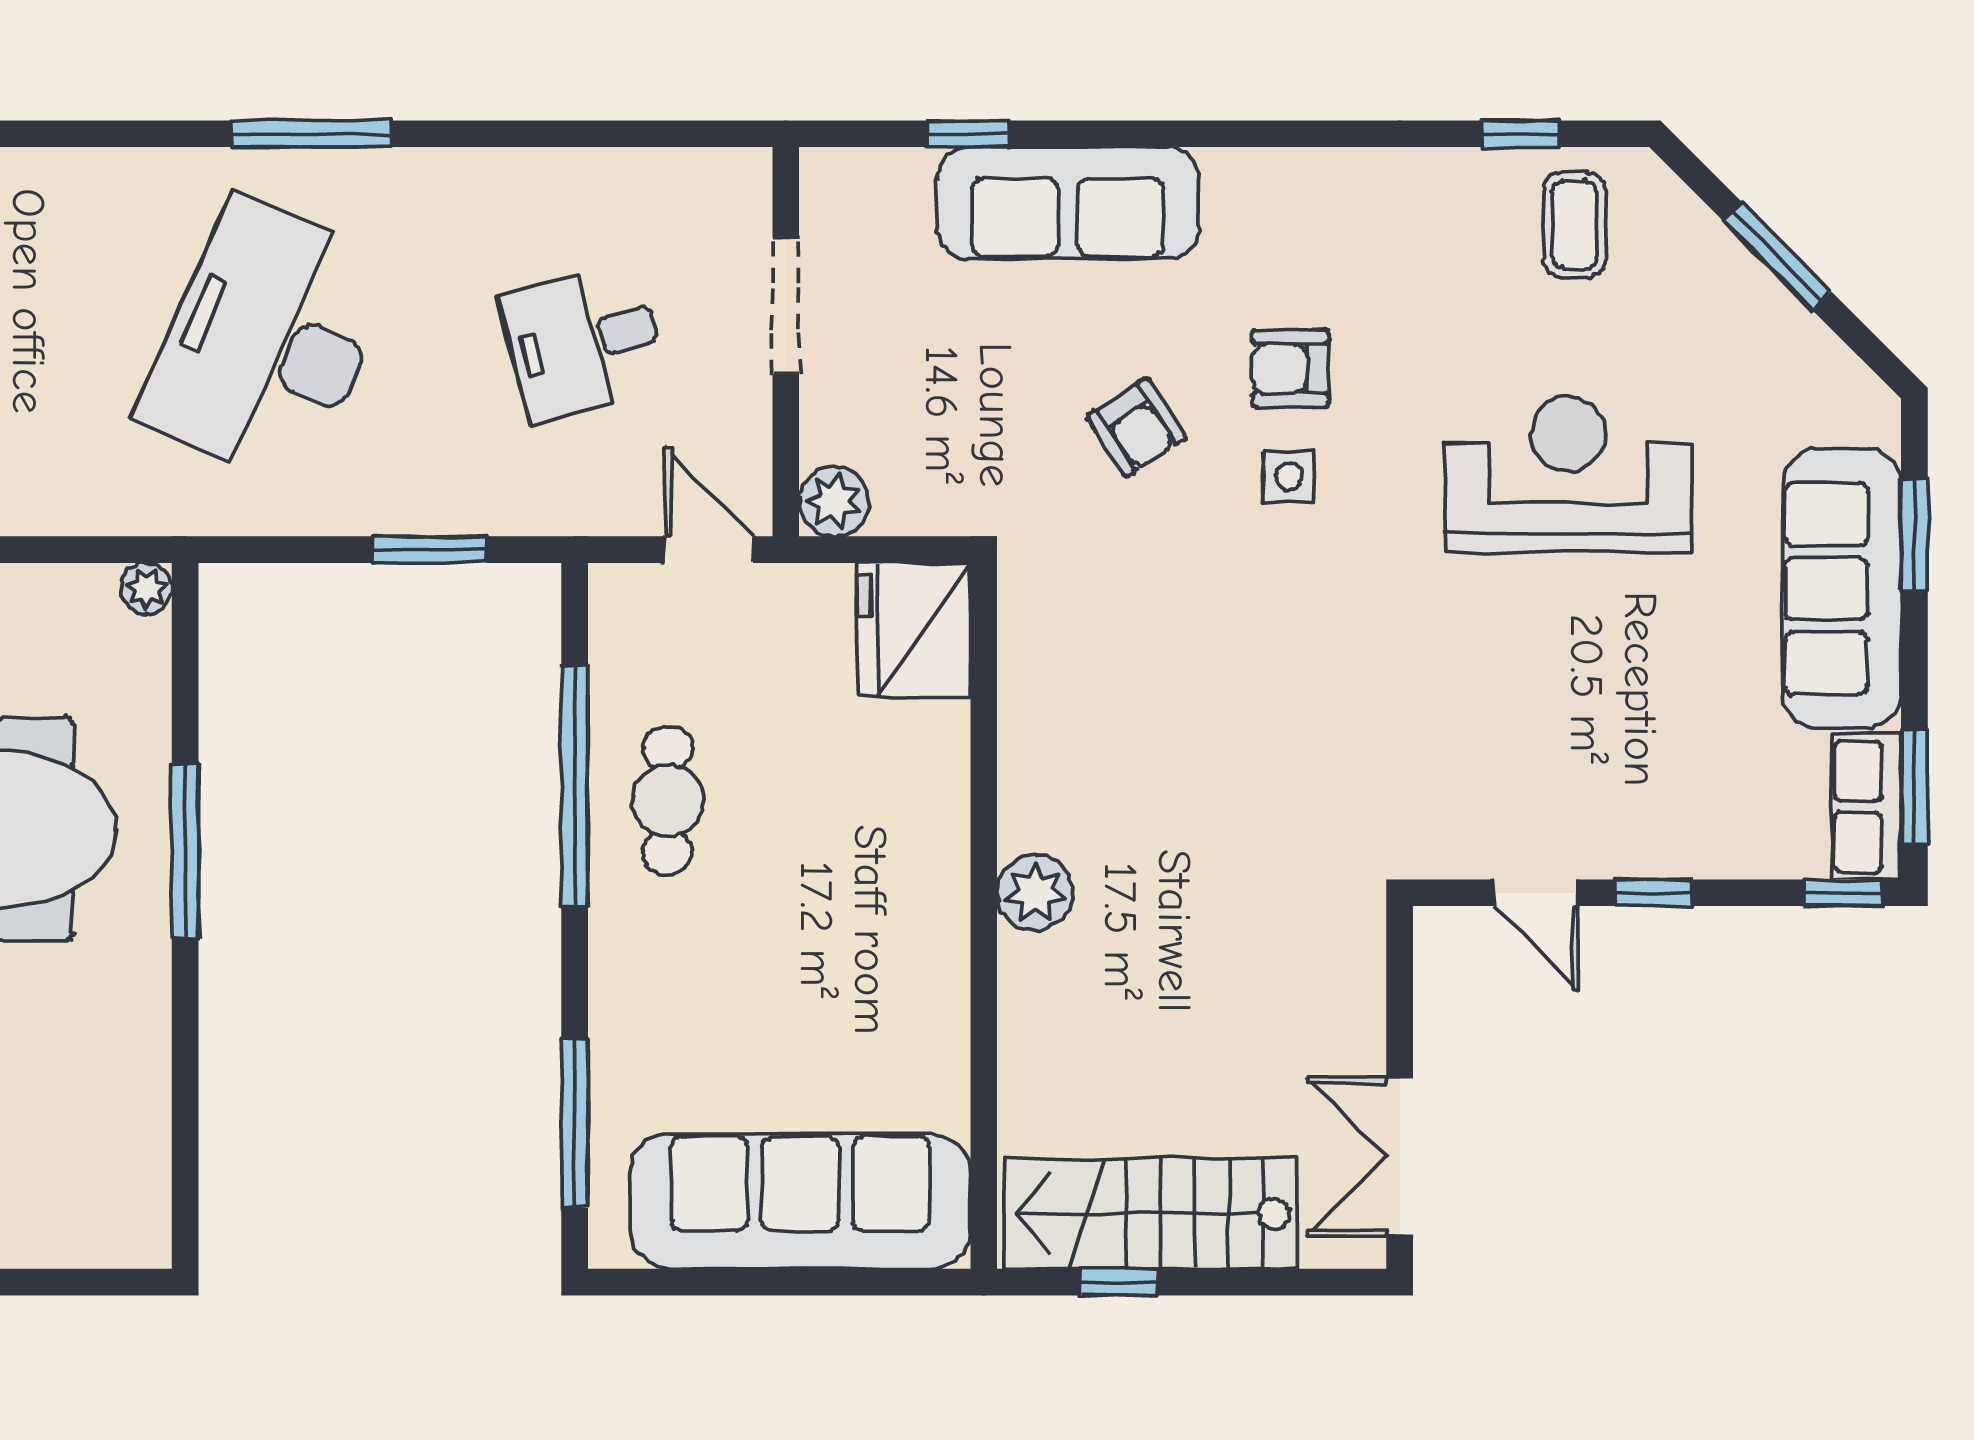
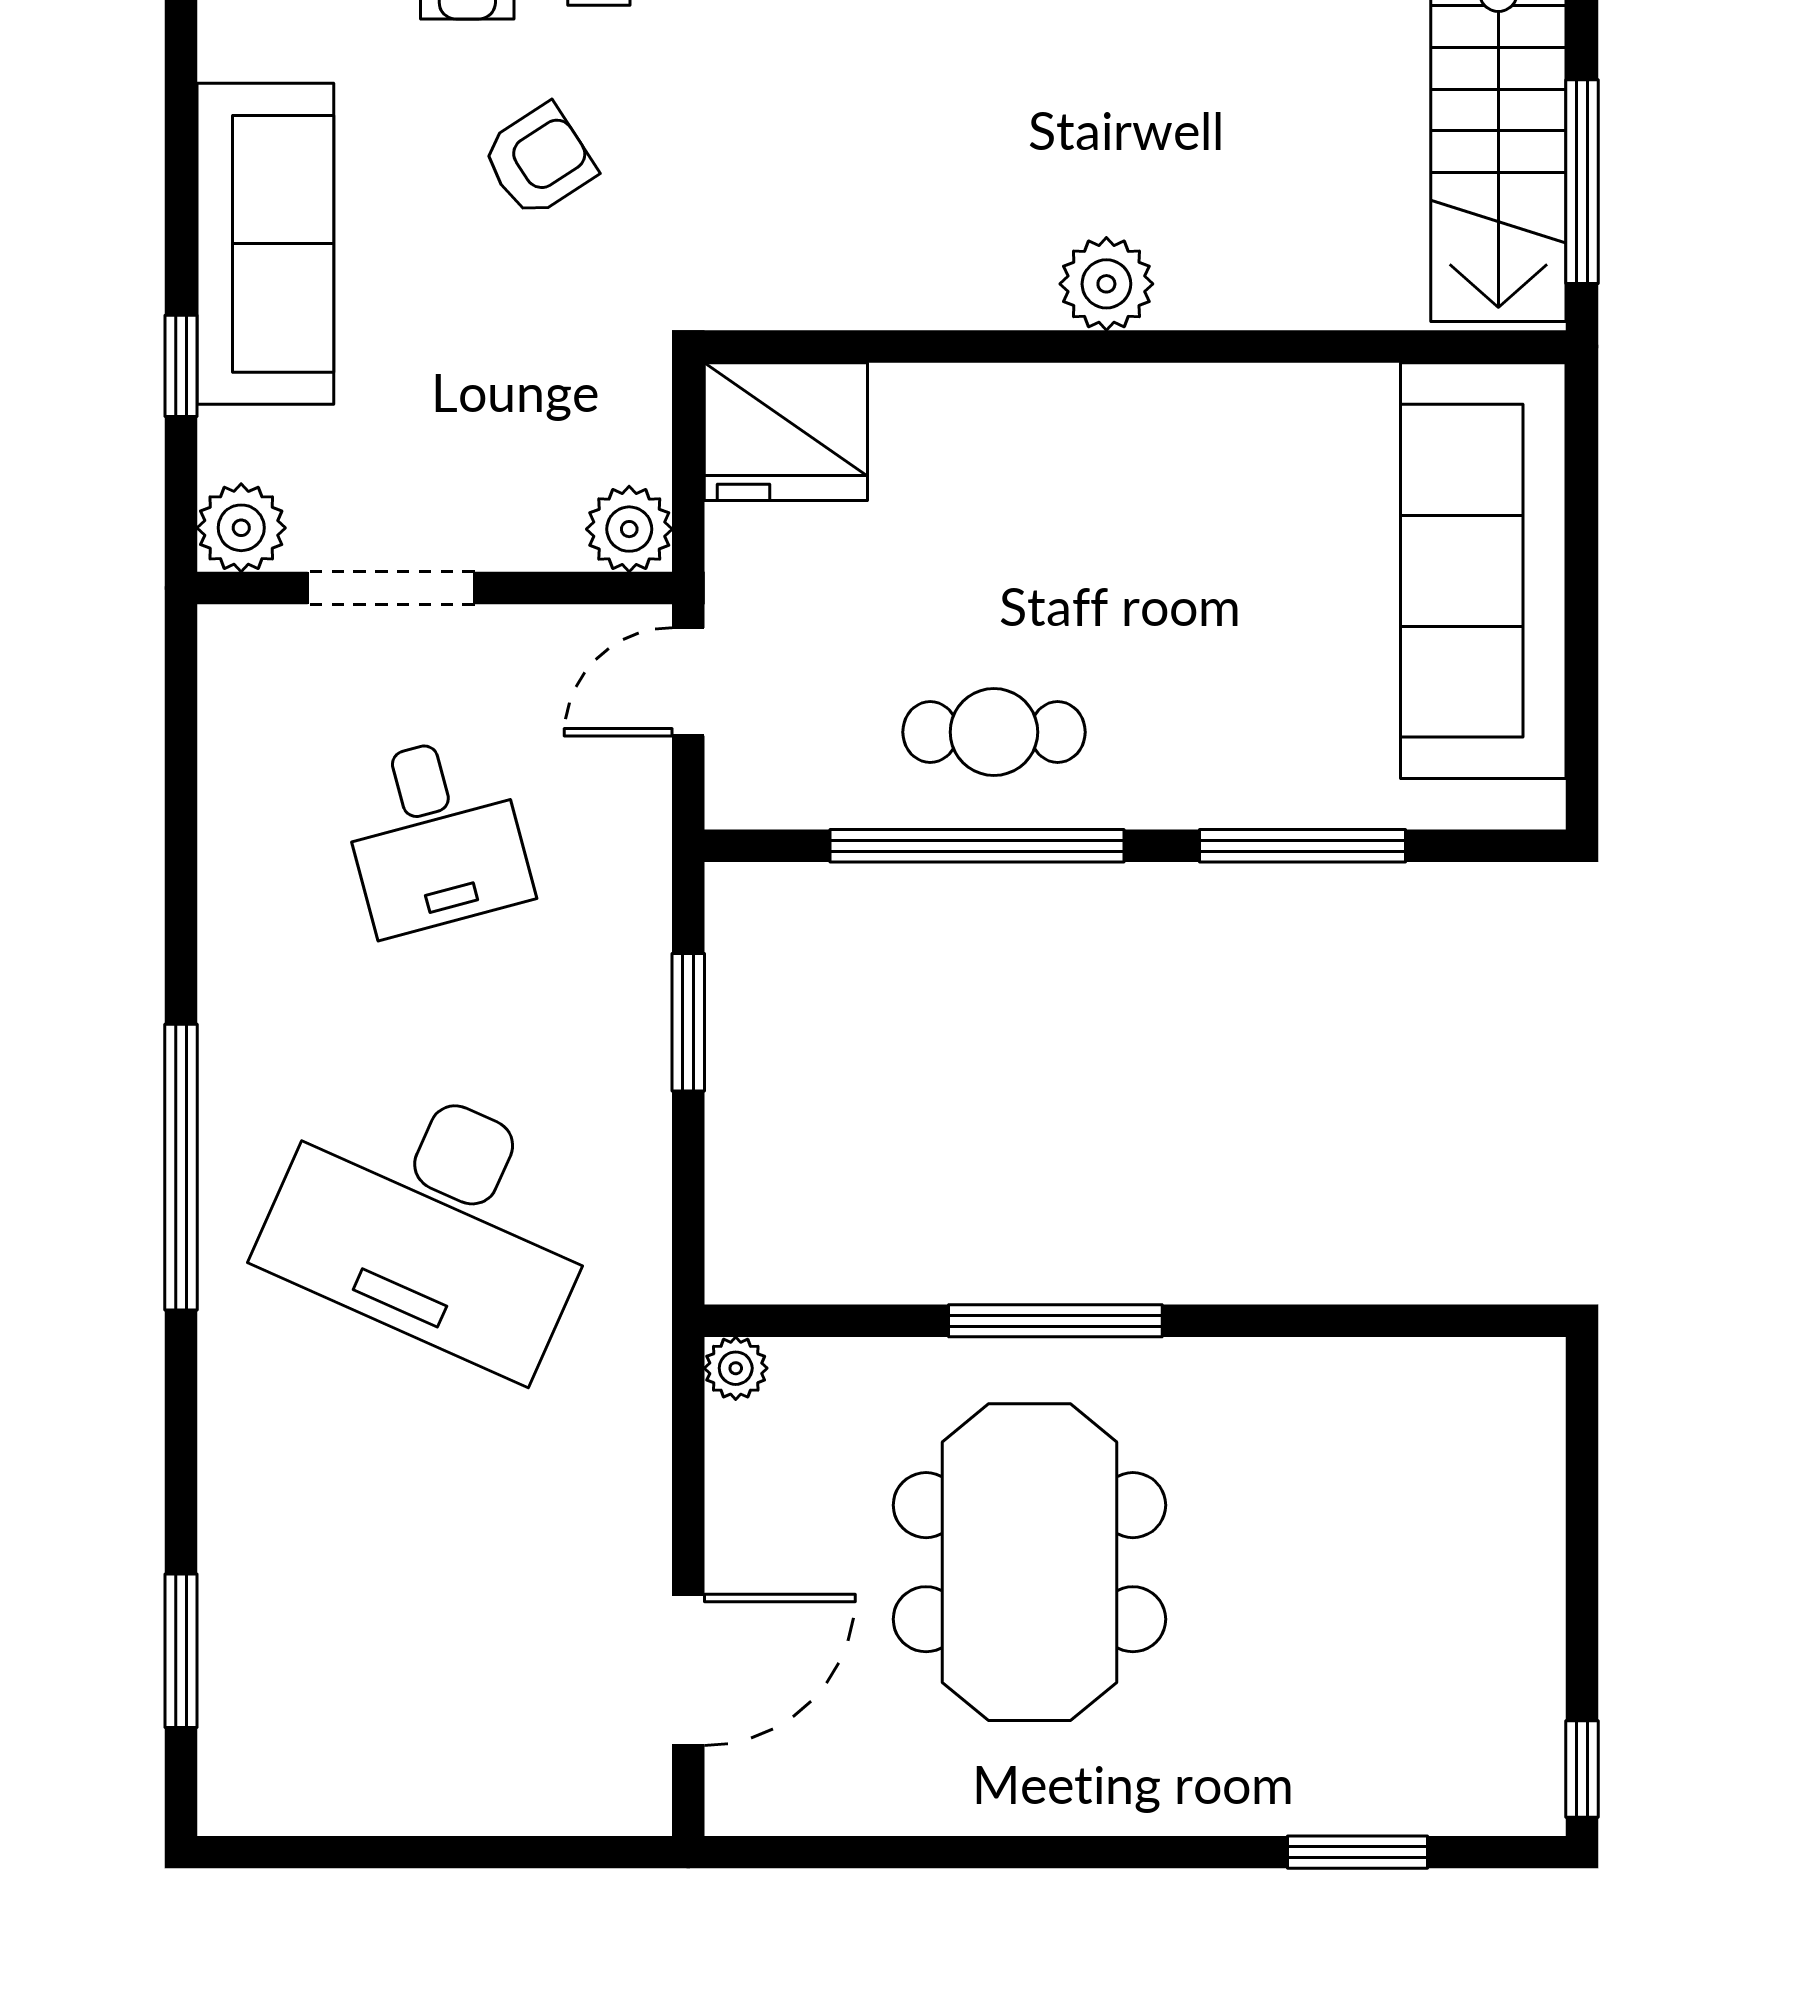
window: (311, 134) -> (181, 1167), width x1.46
plant: (835, 183) -> (241, 528), added
window: (575, 1123) -> (1302, 846), moved
window: (1119, 1282) -> (1582, 182), width x2.17

